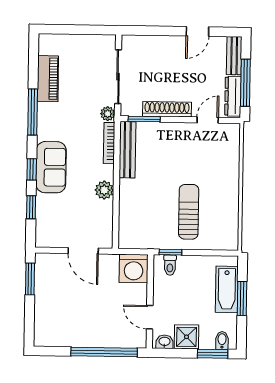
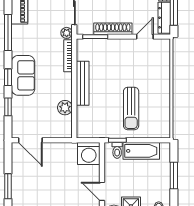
bench: (128, 150) -> (83, 83), moved
plant: (104, 190) -> (65, 108), moved
sun lounger: (189, 212) -> (131, 108), turned 180
door: (83, 251) -> (30, 140), moved
window: (30, 279) -> (8, 186), moved
bathtub: (227, 289) -> (141, 151), moved, turned -90

